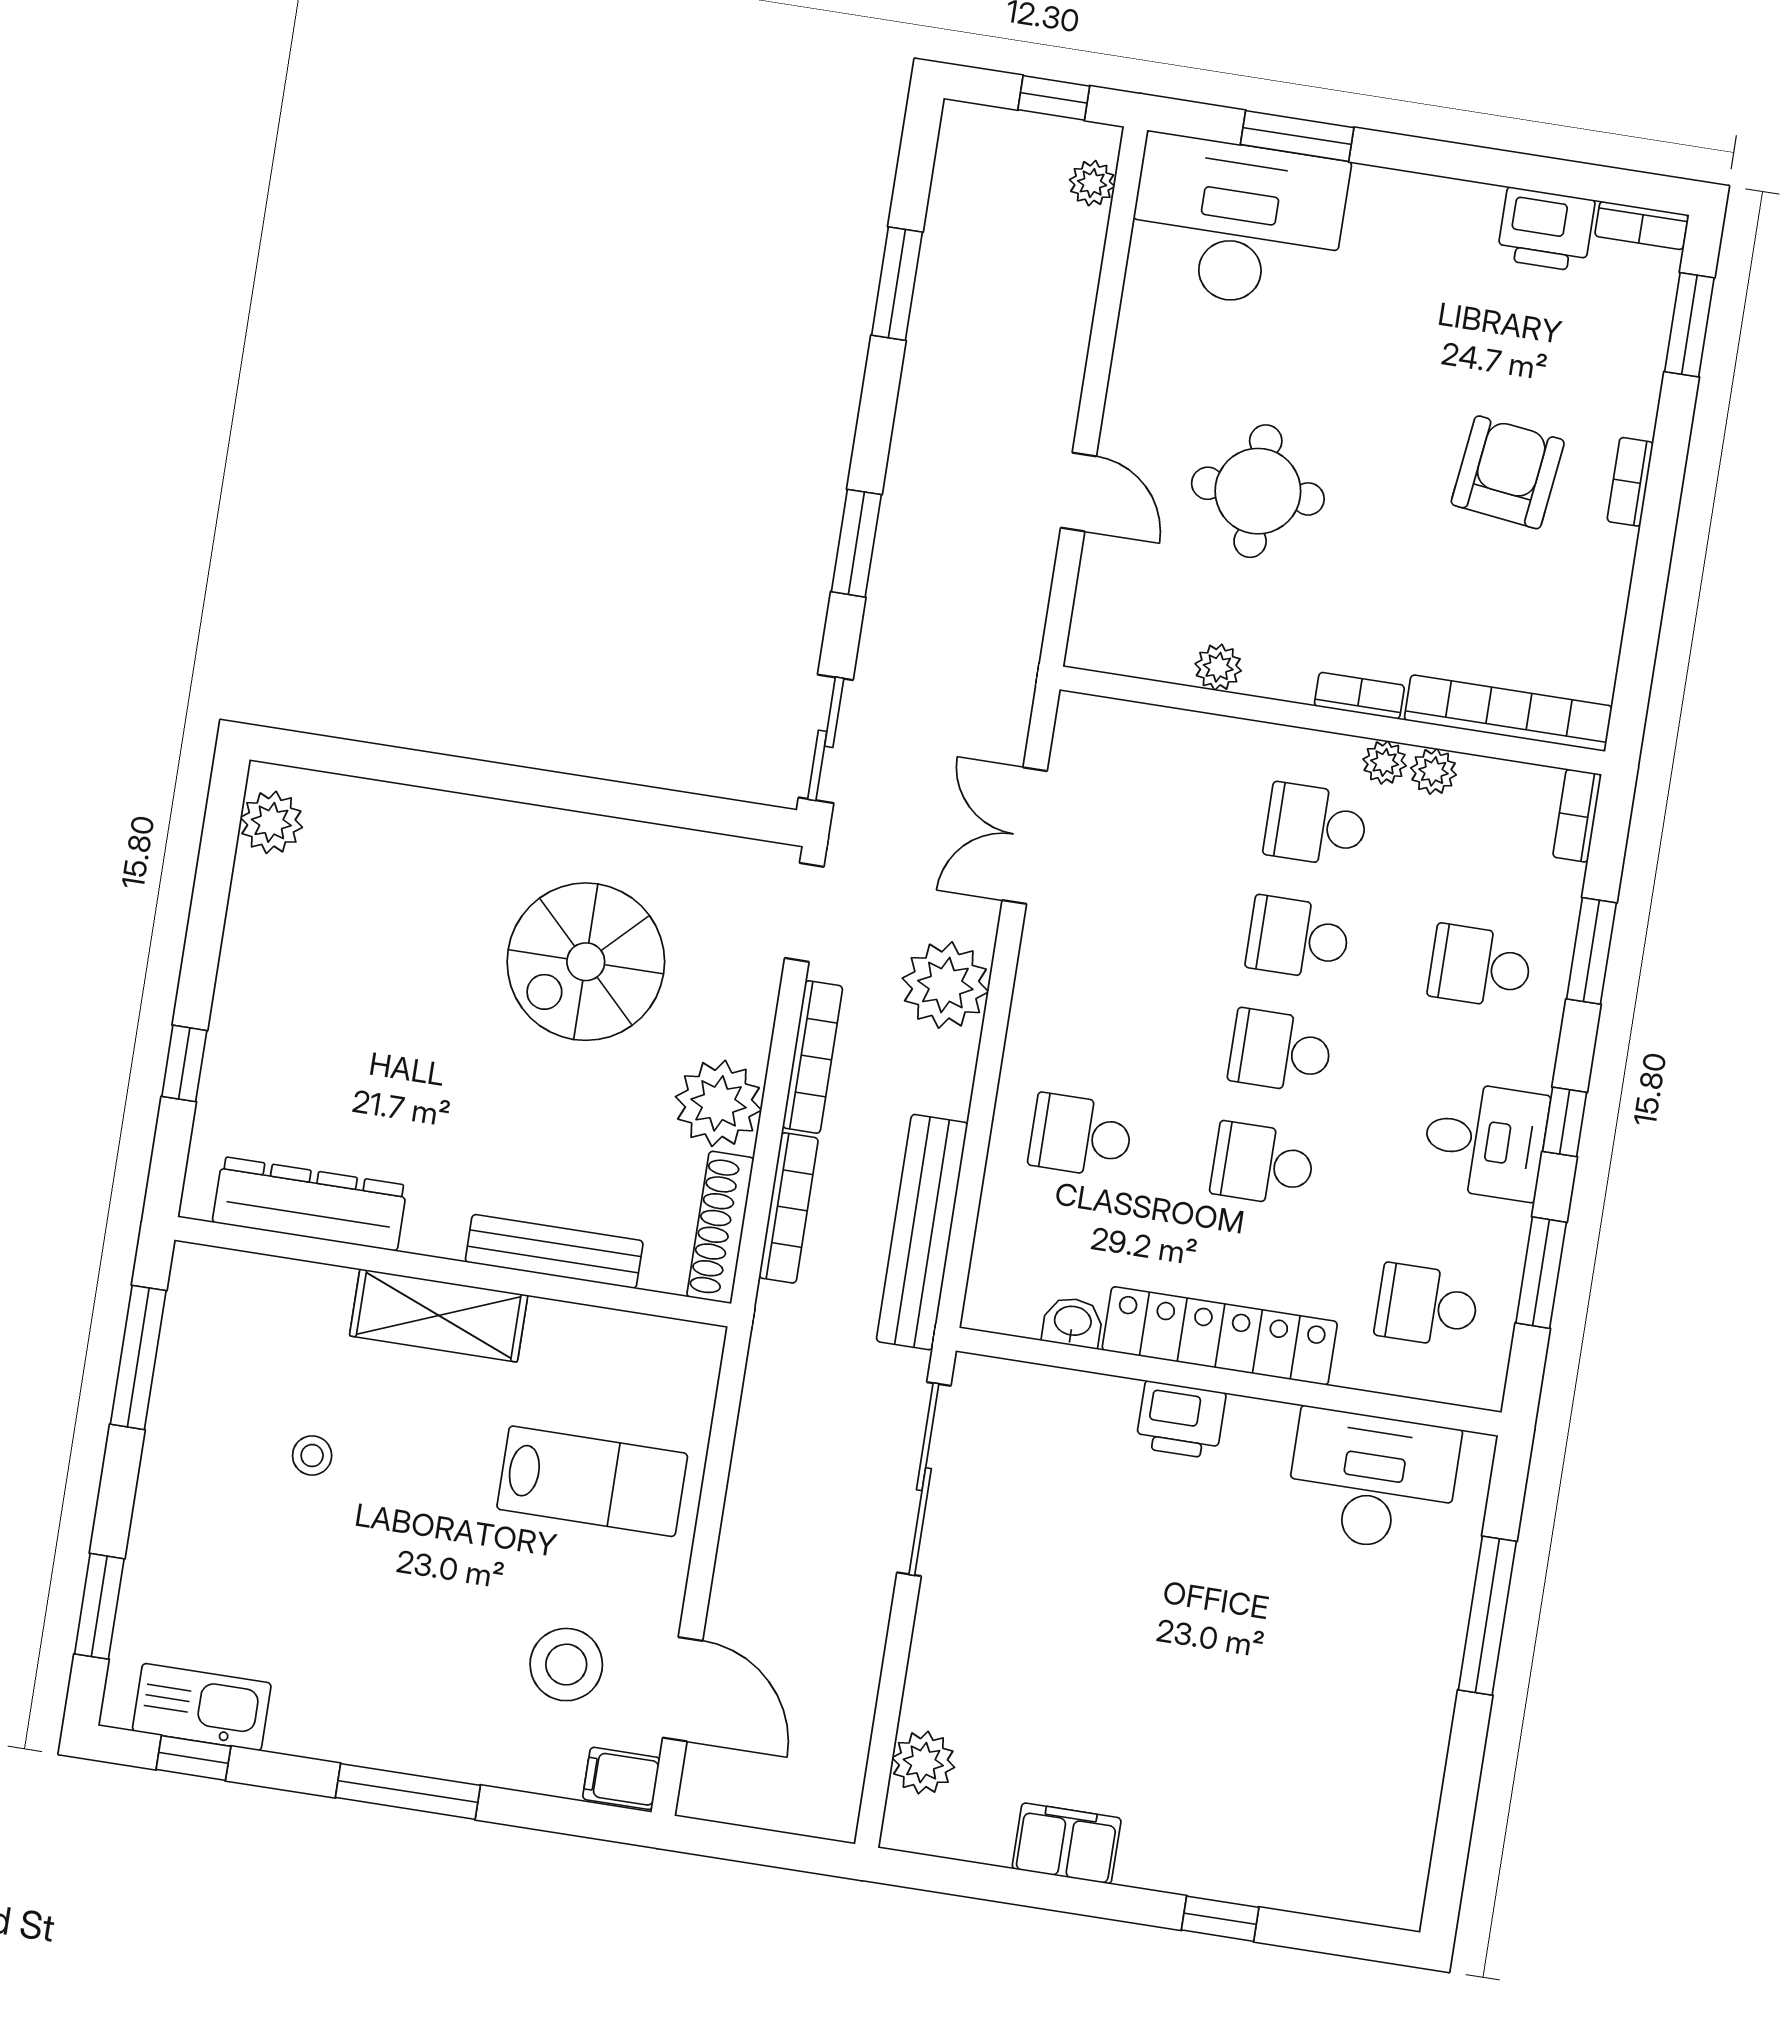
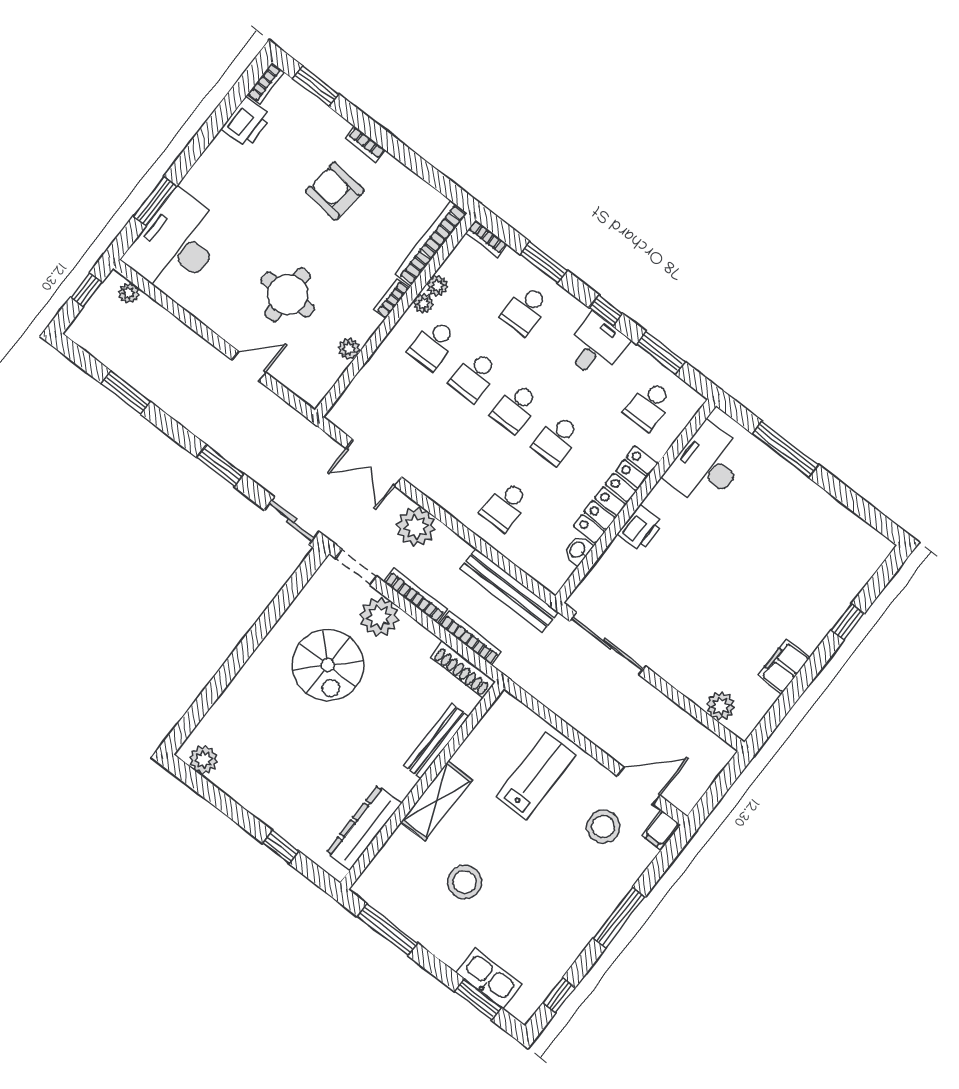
plant: (719, 1103) -> (379, 617), moved
stool: (312, 1456) -> (465, 882), width x1.89, depth x1.89
kitchen sink: (202, 1707) -> (489, 979), moved, turned 90

